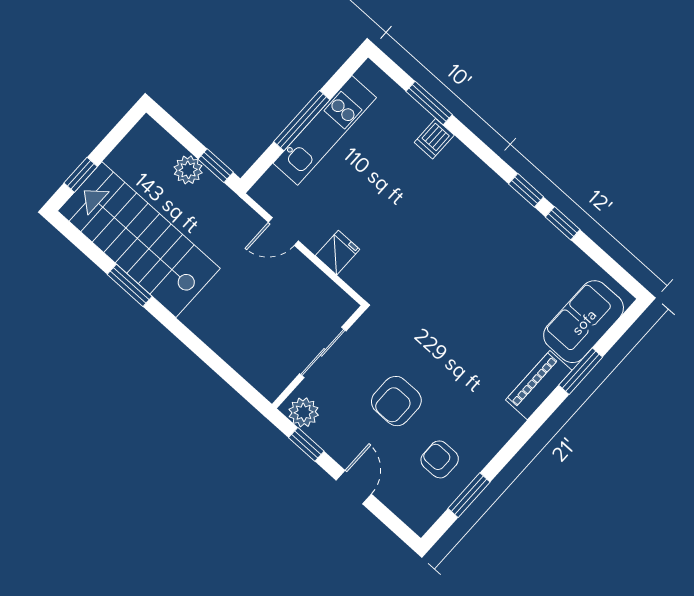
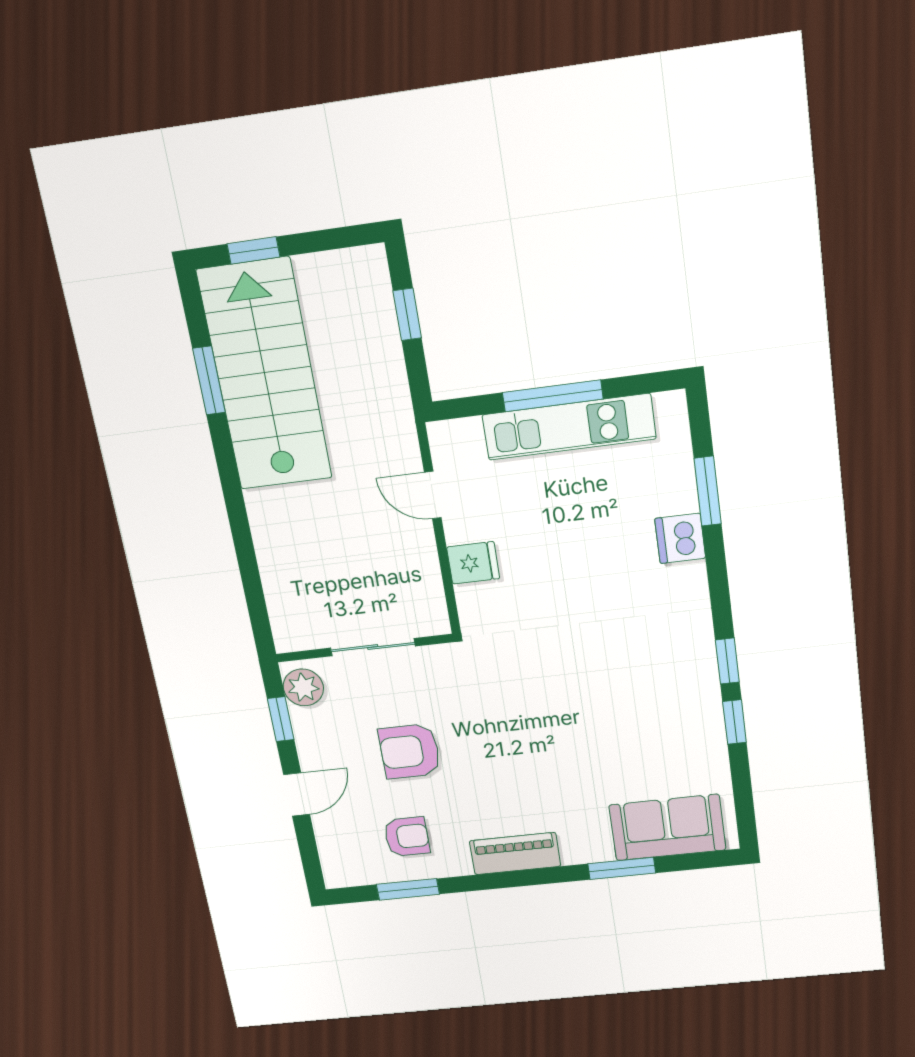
dishwasher: (434, 139) -> (680, 538), width x1.38
window: (216, 166) -> (407, 314), moved
plant: (188, 170) -> (381, 345), removed
window: (130, 285) -> (209, 380), moved
piano: (539, 385) -> (515, 854), moved
armchair: (440, 459) -> (407, 837), turned 90

